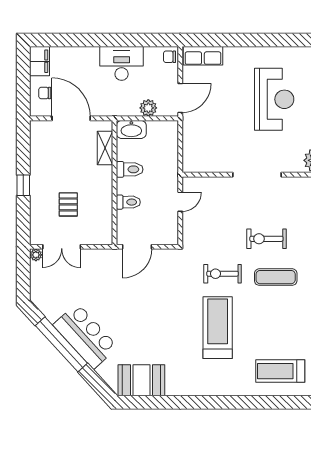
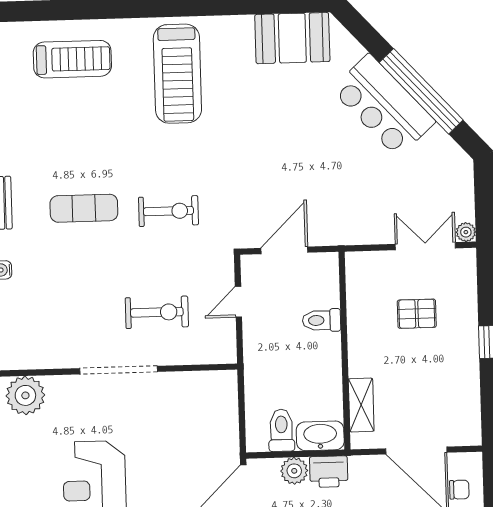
printer: (127, 107) -> (329, 472), added
toilet: (130, 169) -> (281, 430), moved, turned 90
door: (180, 202) -> (238, 302), moved
pallet: (68, 204) -> (417, 314), turned 90
exercise bike: (266, 239) -> (157, 312), moved
door: (137, 247) -> (284, 250), moved
treadmill: (218, 328) -> (177, 74), moved

